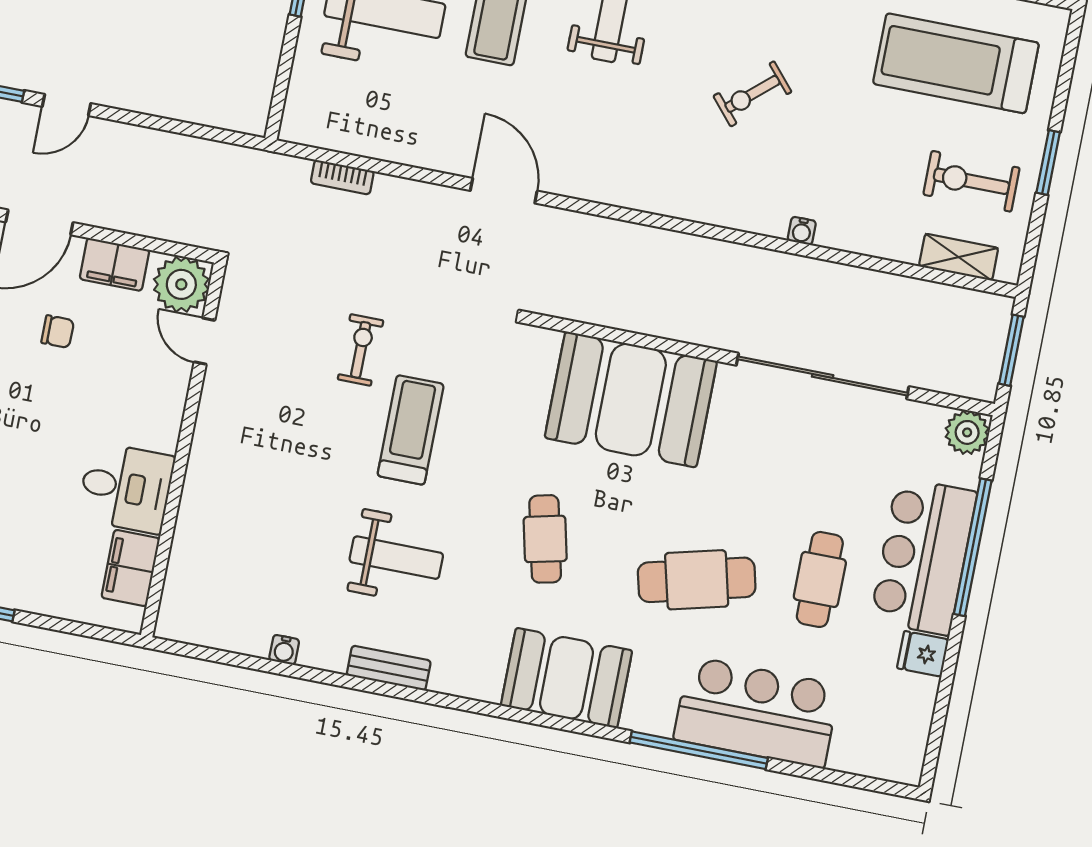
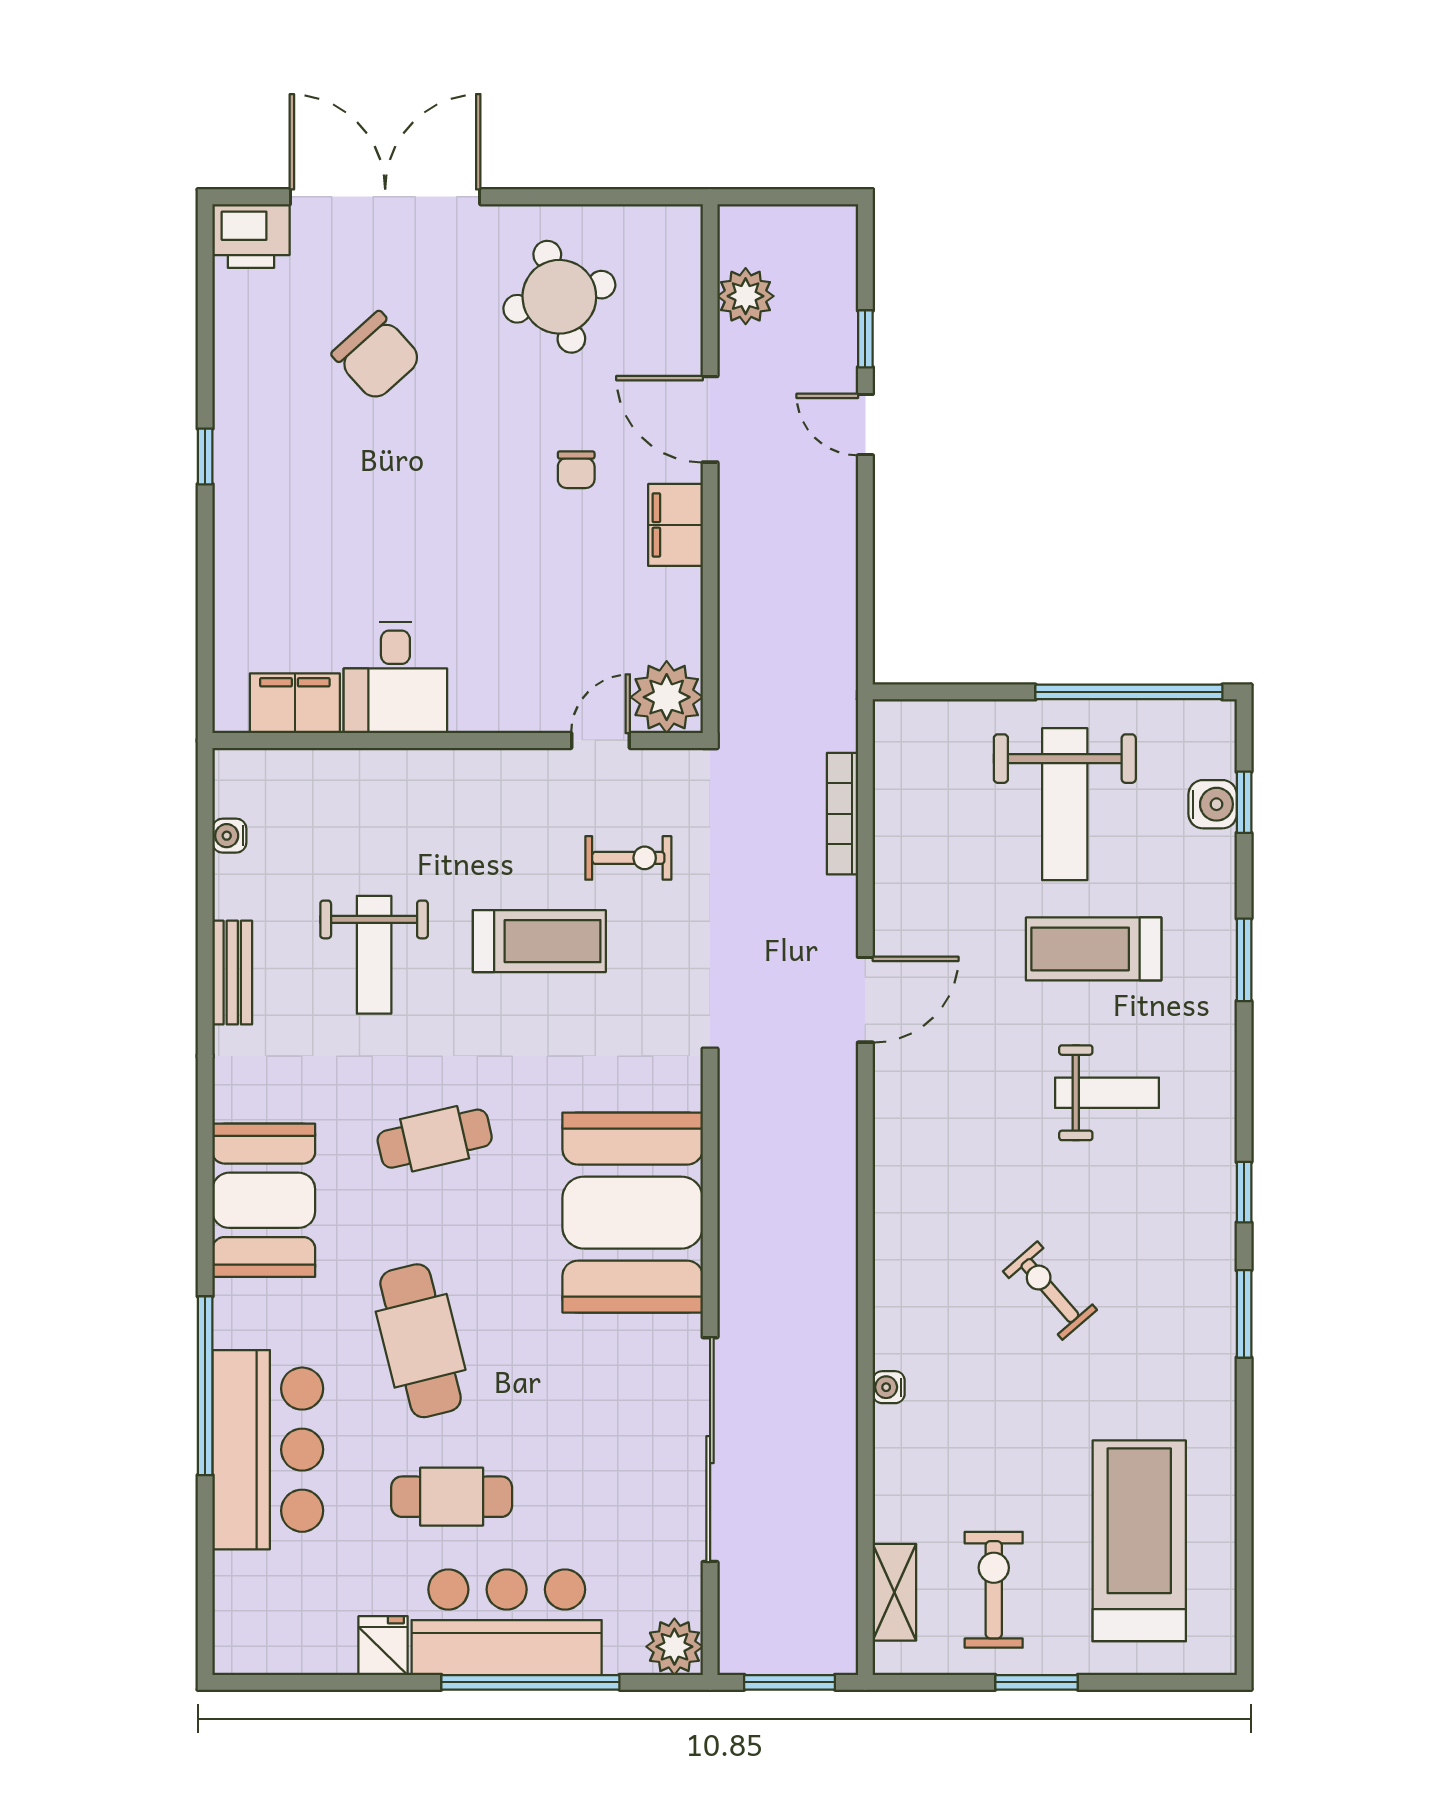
bookcase: (342, 177) -> (843, 814), width x1.56
plant: (181, 284) -> (667, 697), moved
door: (204, 341) -> (601, 740), moved
wall: (183, 450) -> (458, 740), moved
desk: (126, 488) -> (395, 677), moved
filing cabinet: (131, 568) -> (295, 703), moved

